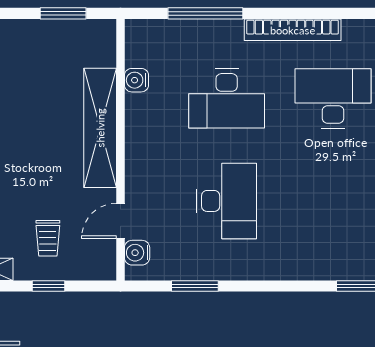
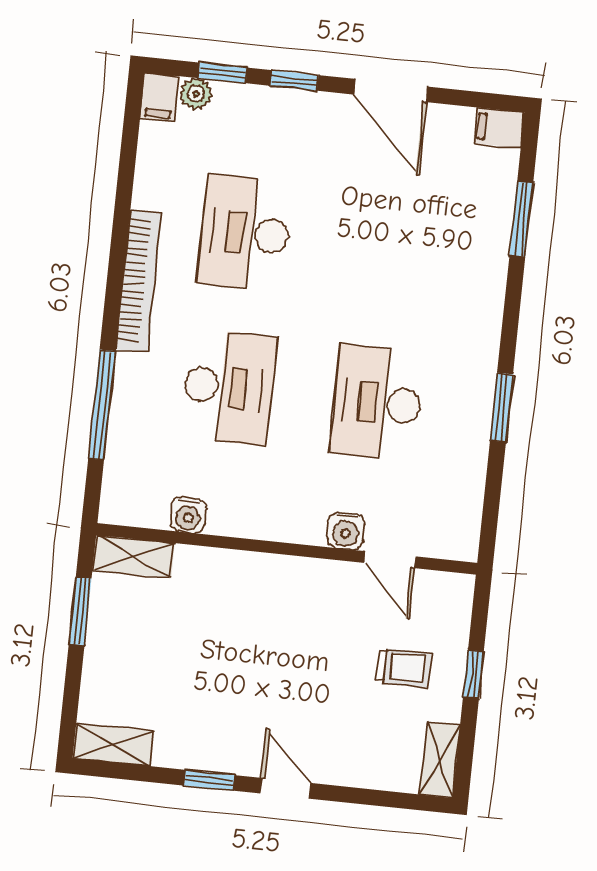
shelving: (100, 128) -> (134, 557), moved, width x0.45, depth x0.75
desk: (227, 201) -> (377, 403), turned -90
water cooler: (137, 253) -> (346, 531), moved
window: (195, 286) -> (501, 407), moved

